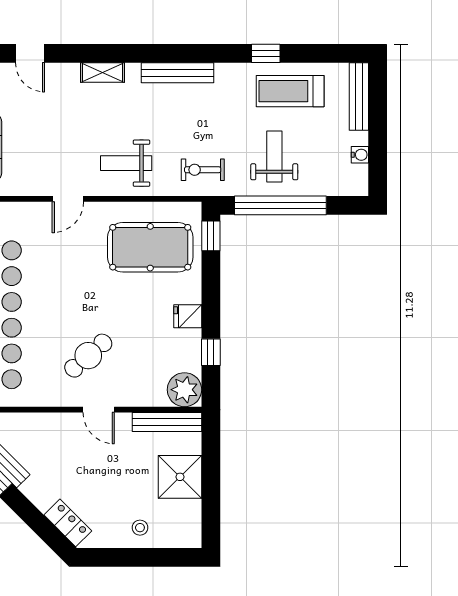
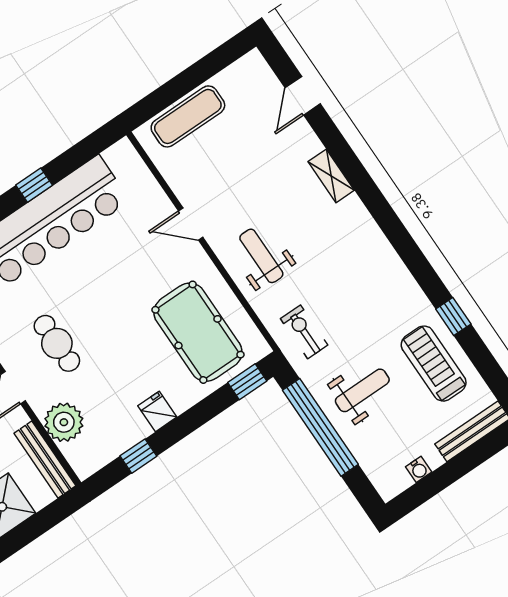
bench: (177, 73) -> (379, 246), removed
cafe table: (88, 356) -> (57, 343), turned 41
plant: (184, 390) -> (64, 422), moved

